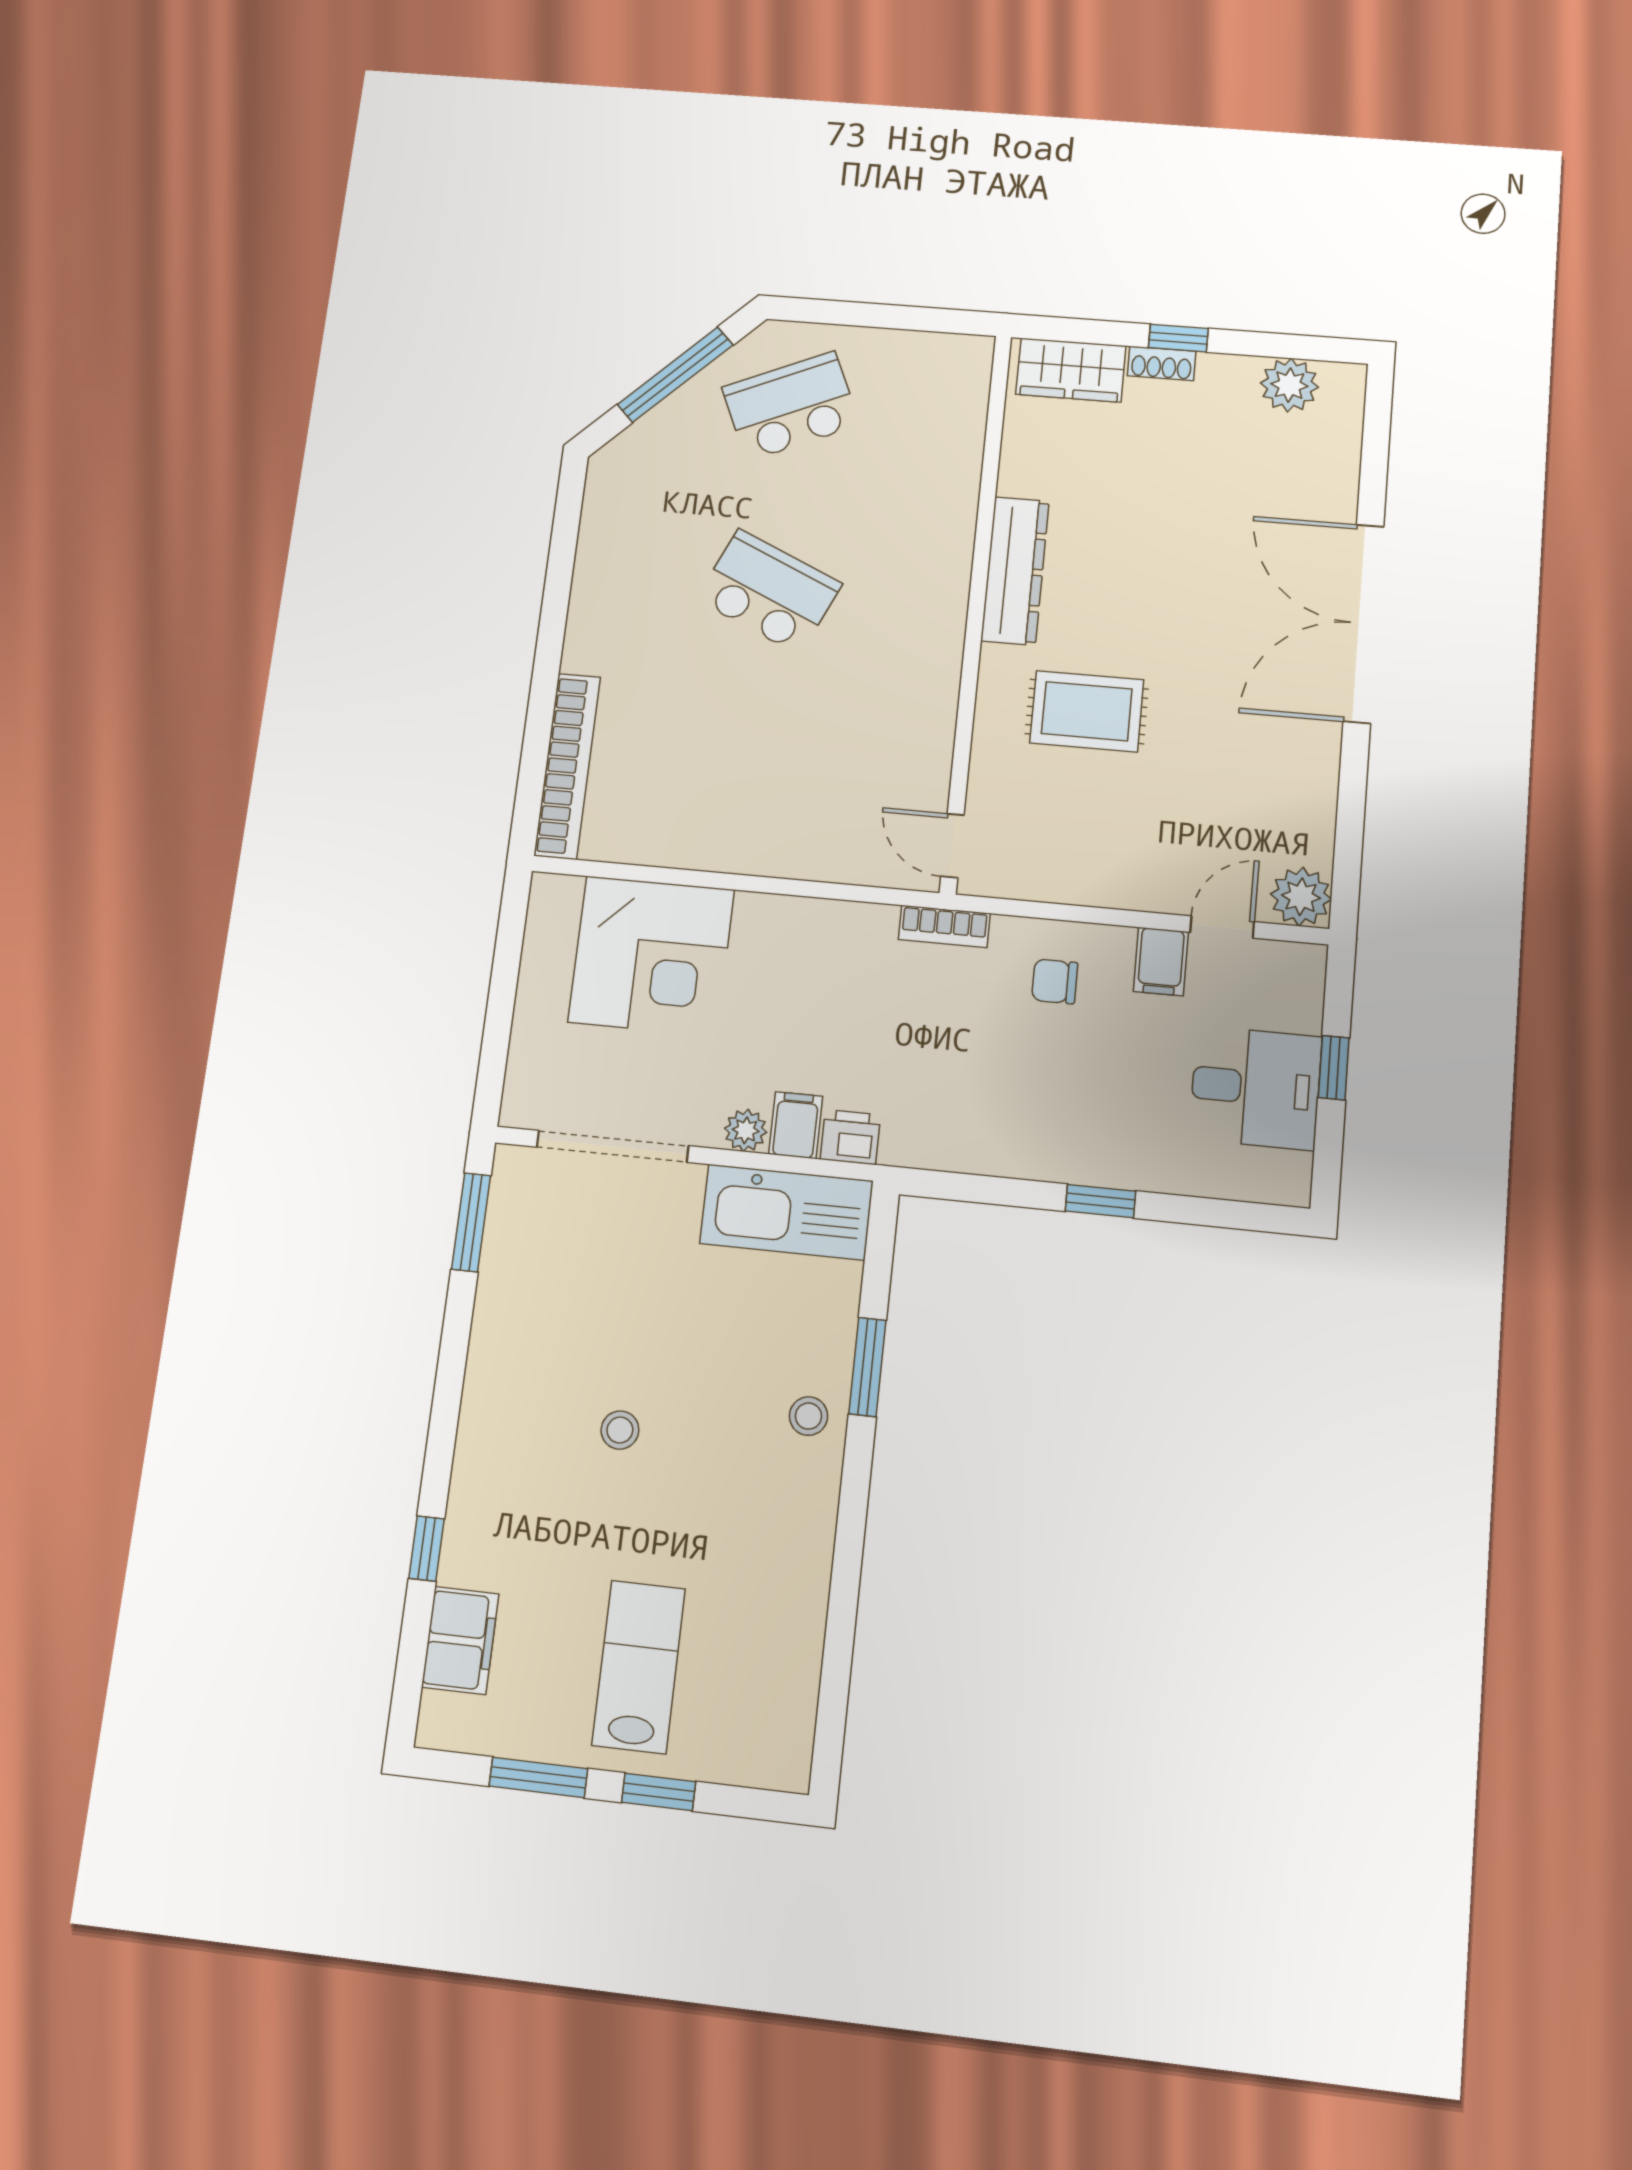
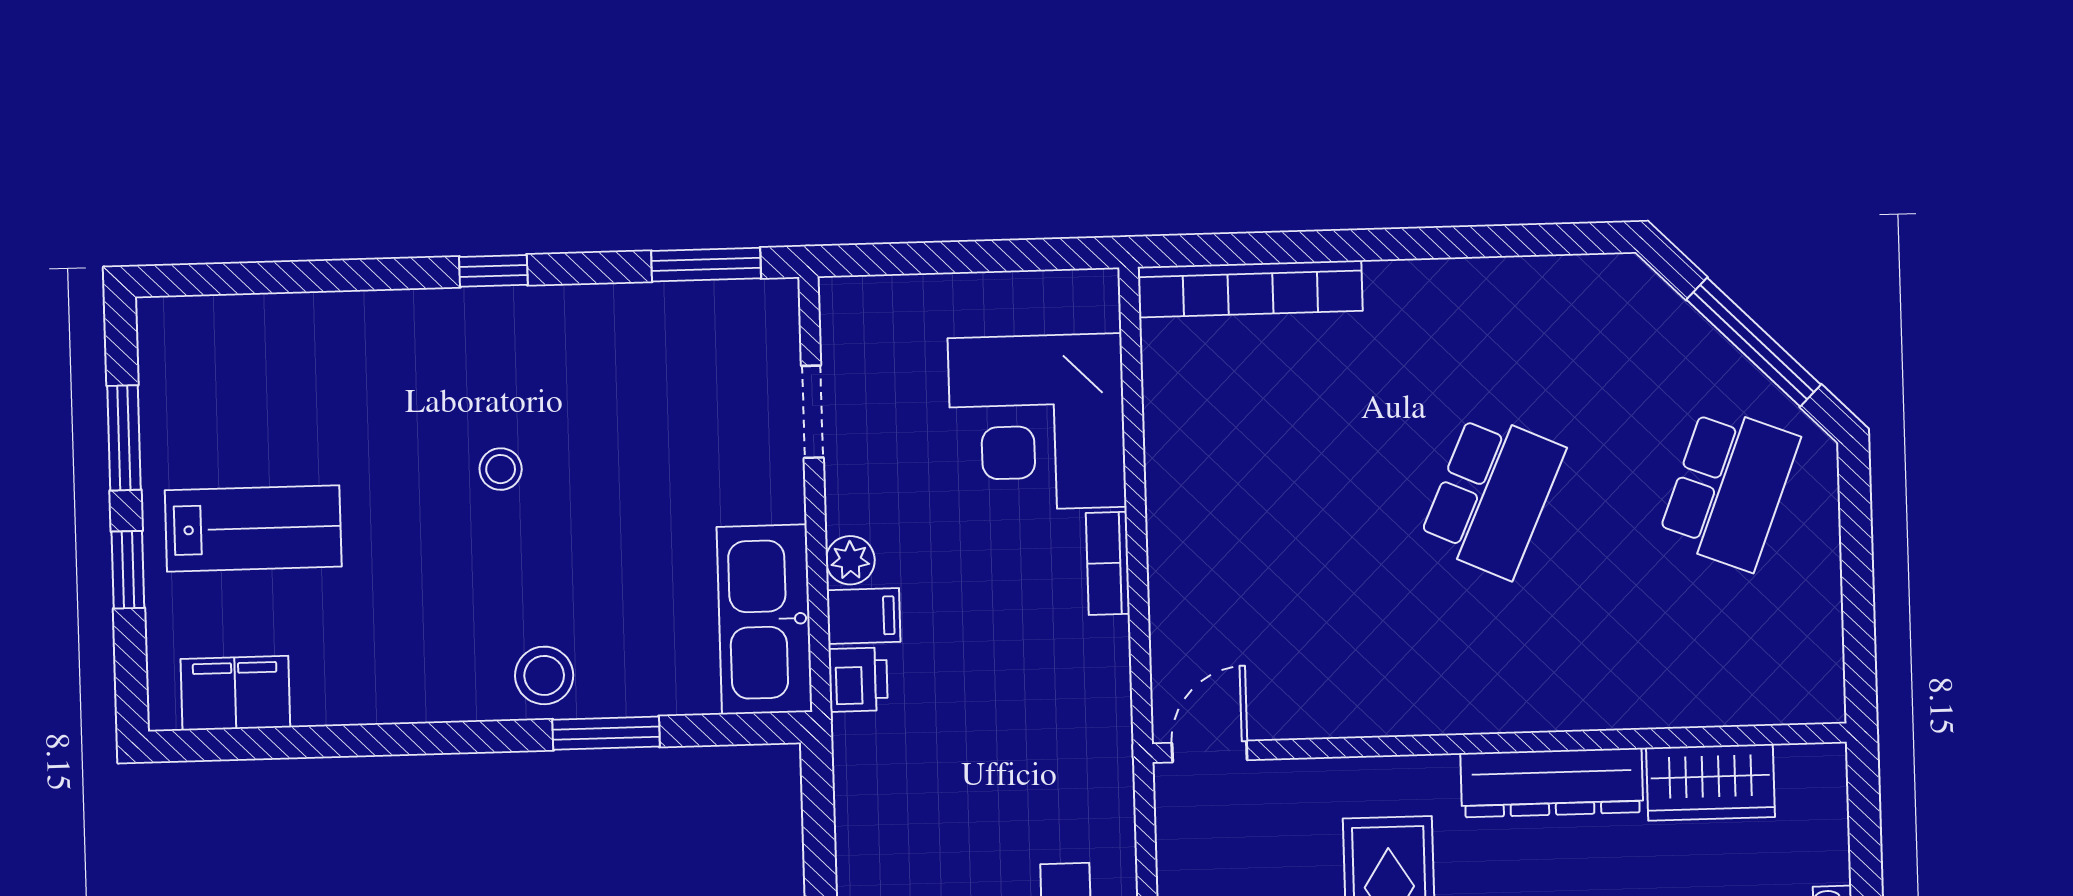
wardrobe: (1071, 370) -> (1710, 782), moved, turned -90
school desk: (791, 406) -> (1729, 488), turned 45
bookcase: (944, 926) -> (1108, 563), moved
doorway: (612, 1146) -> (812, 412), width x0.53
stool: (808, 1416) -> (544, 675), width x1.37, depth x1.37
window: (427, 1548) -> (493, 271), moved
filing cabinet: (460, 1640) -> (235, 693), moved, turned 180

